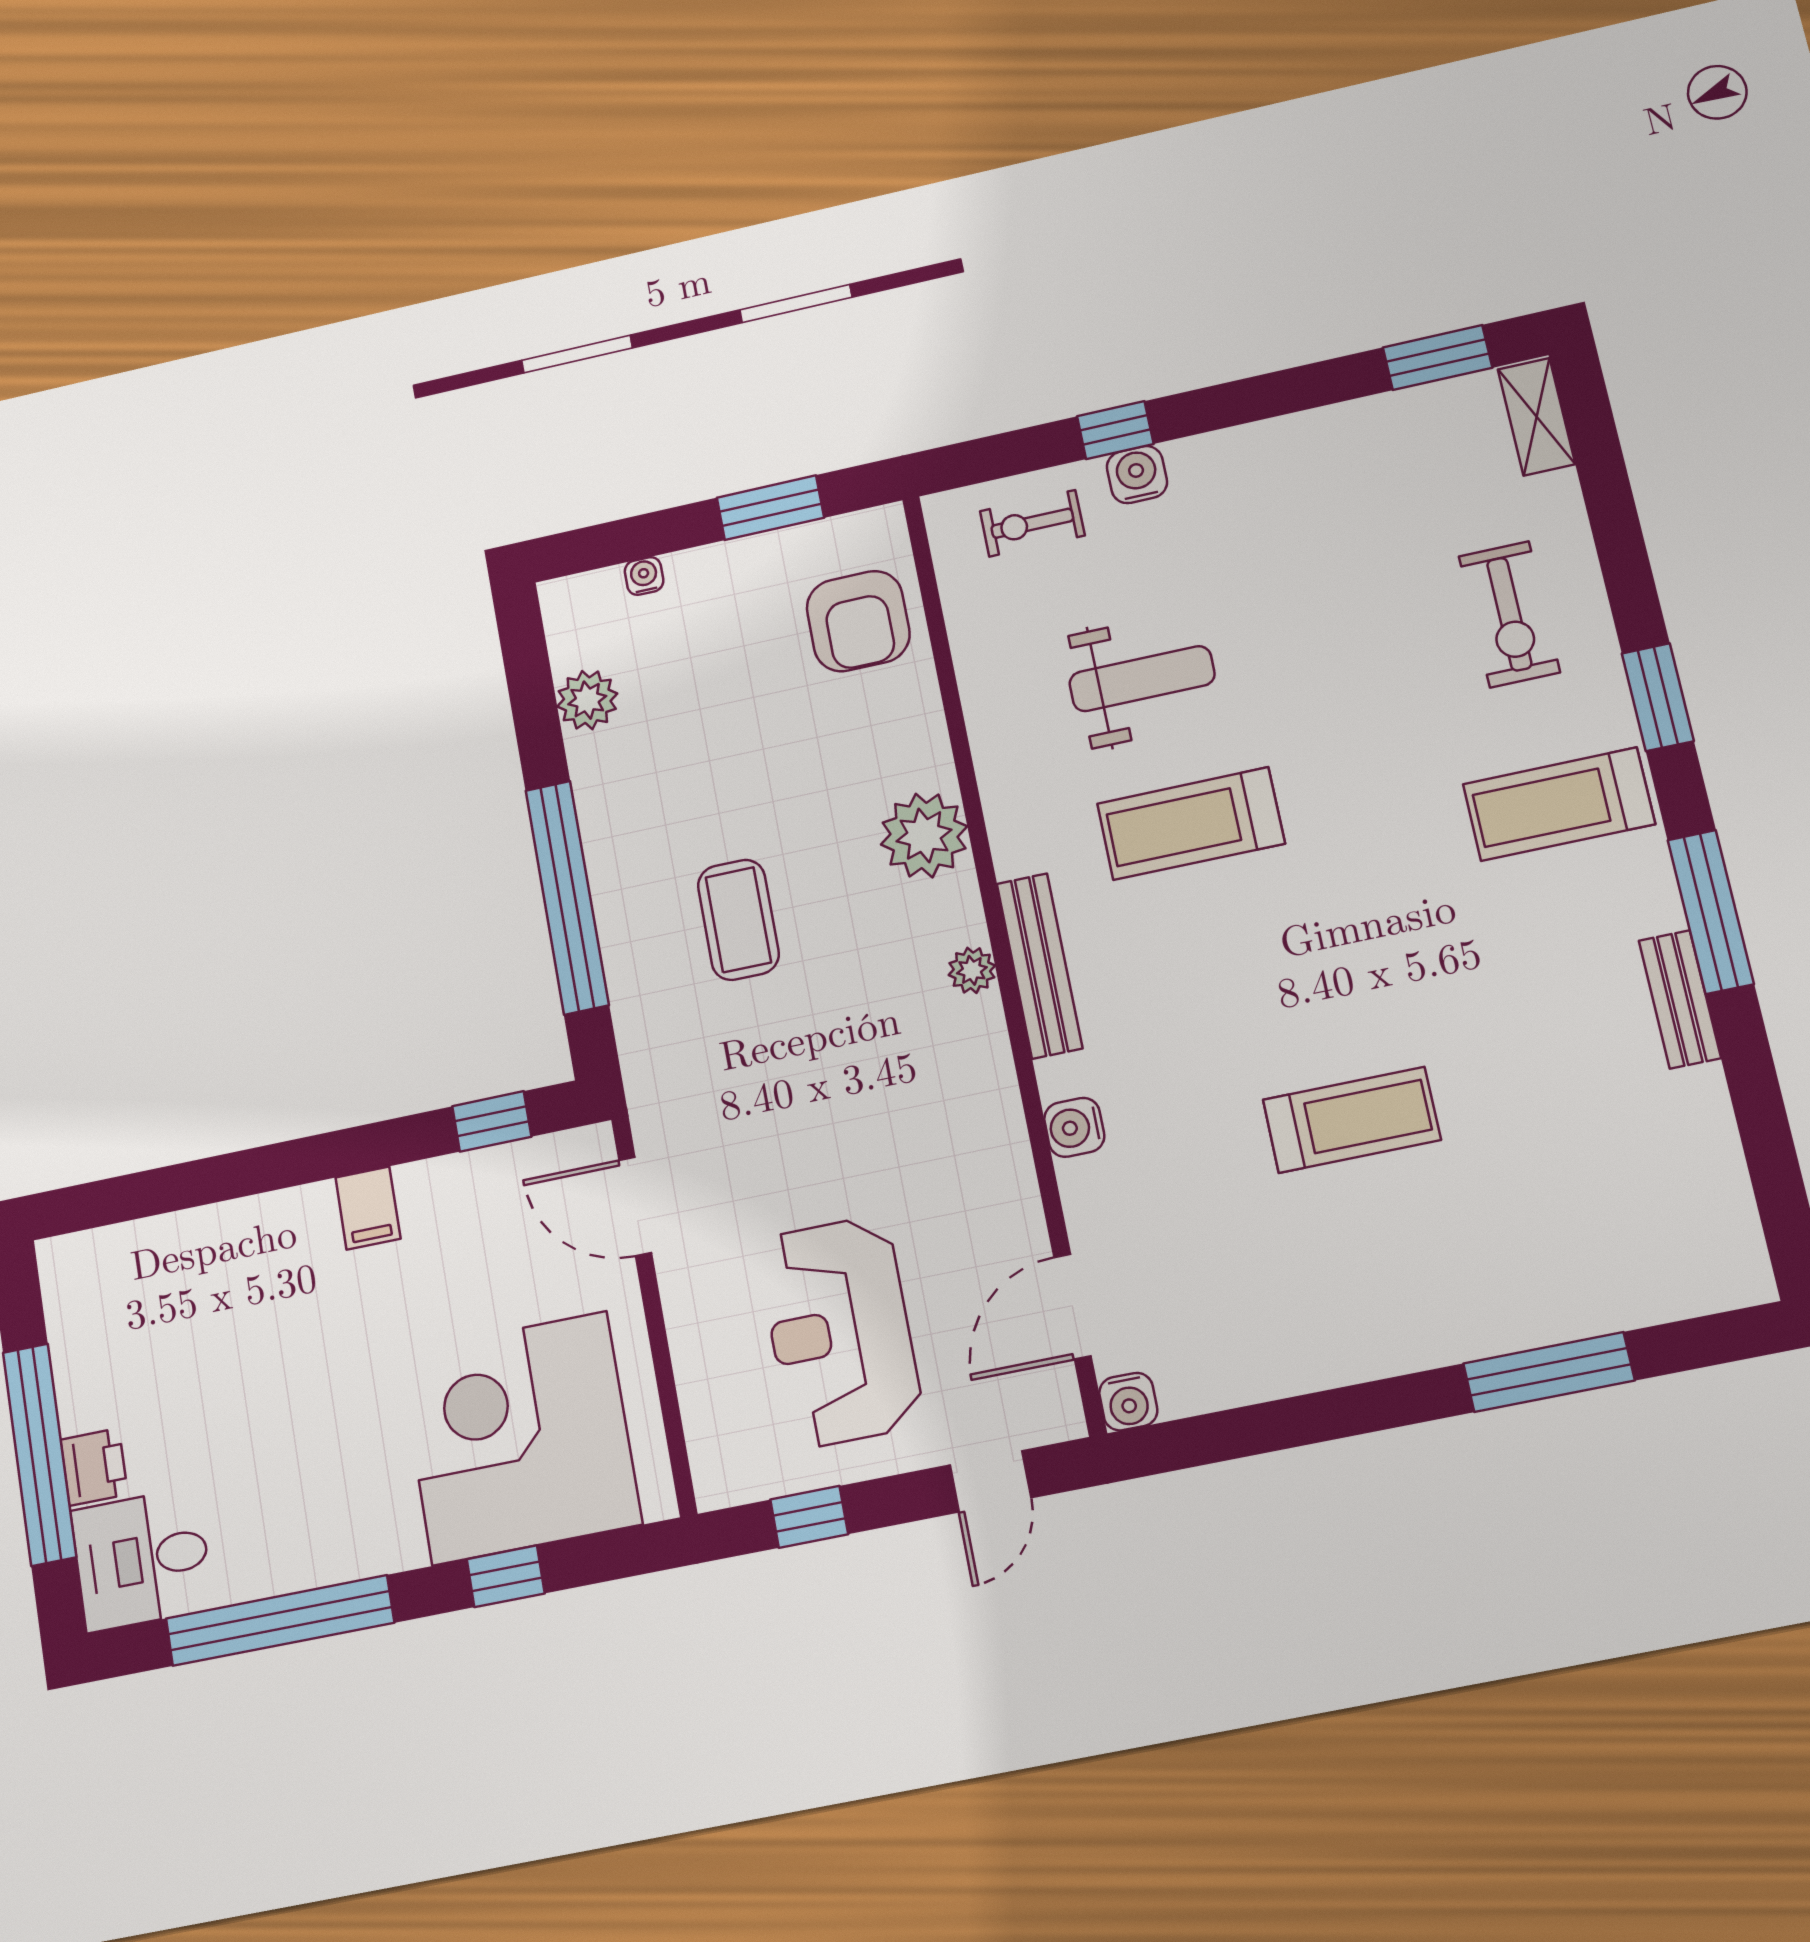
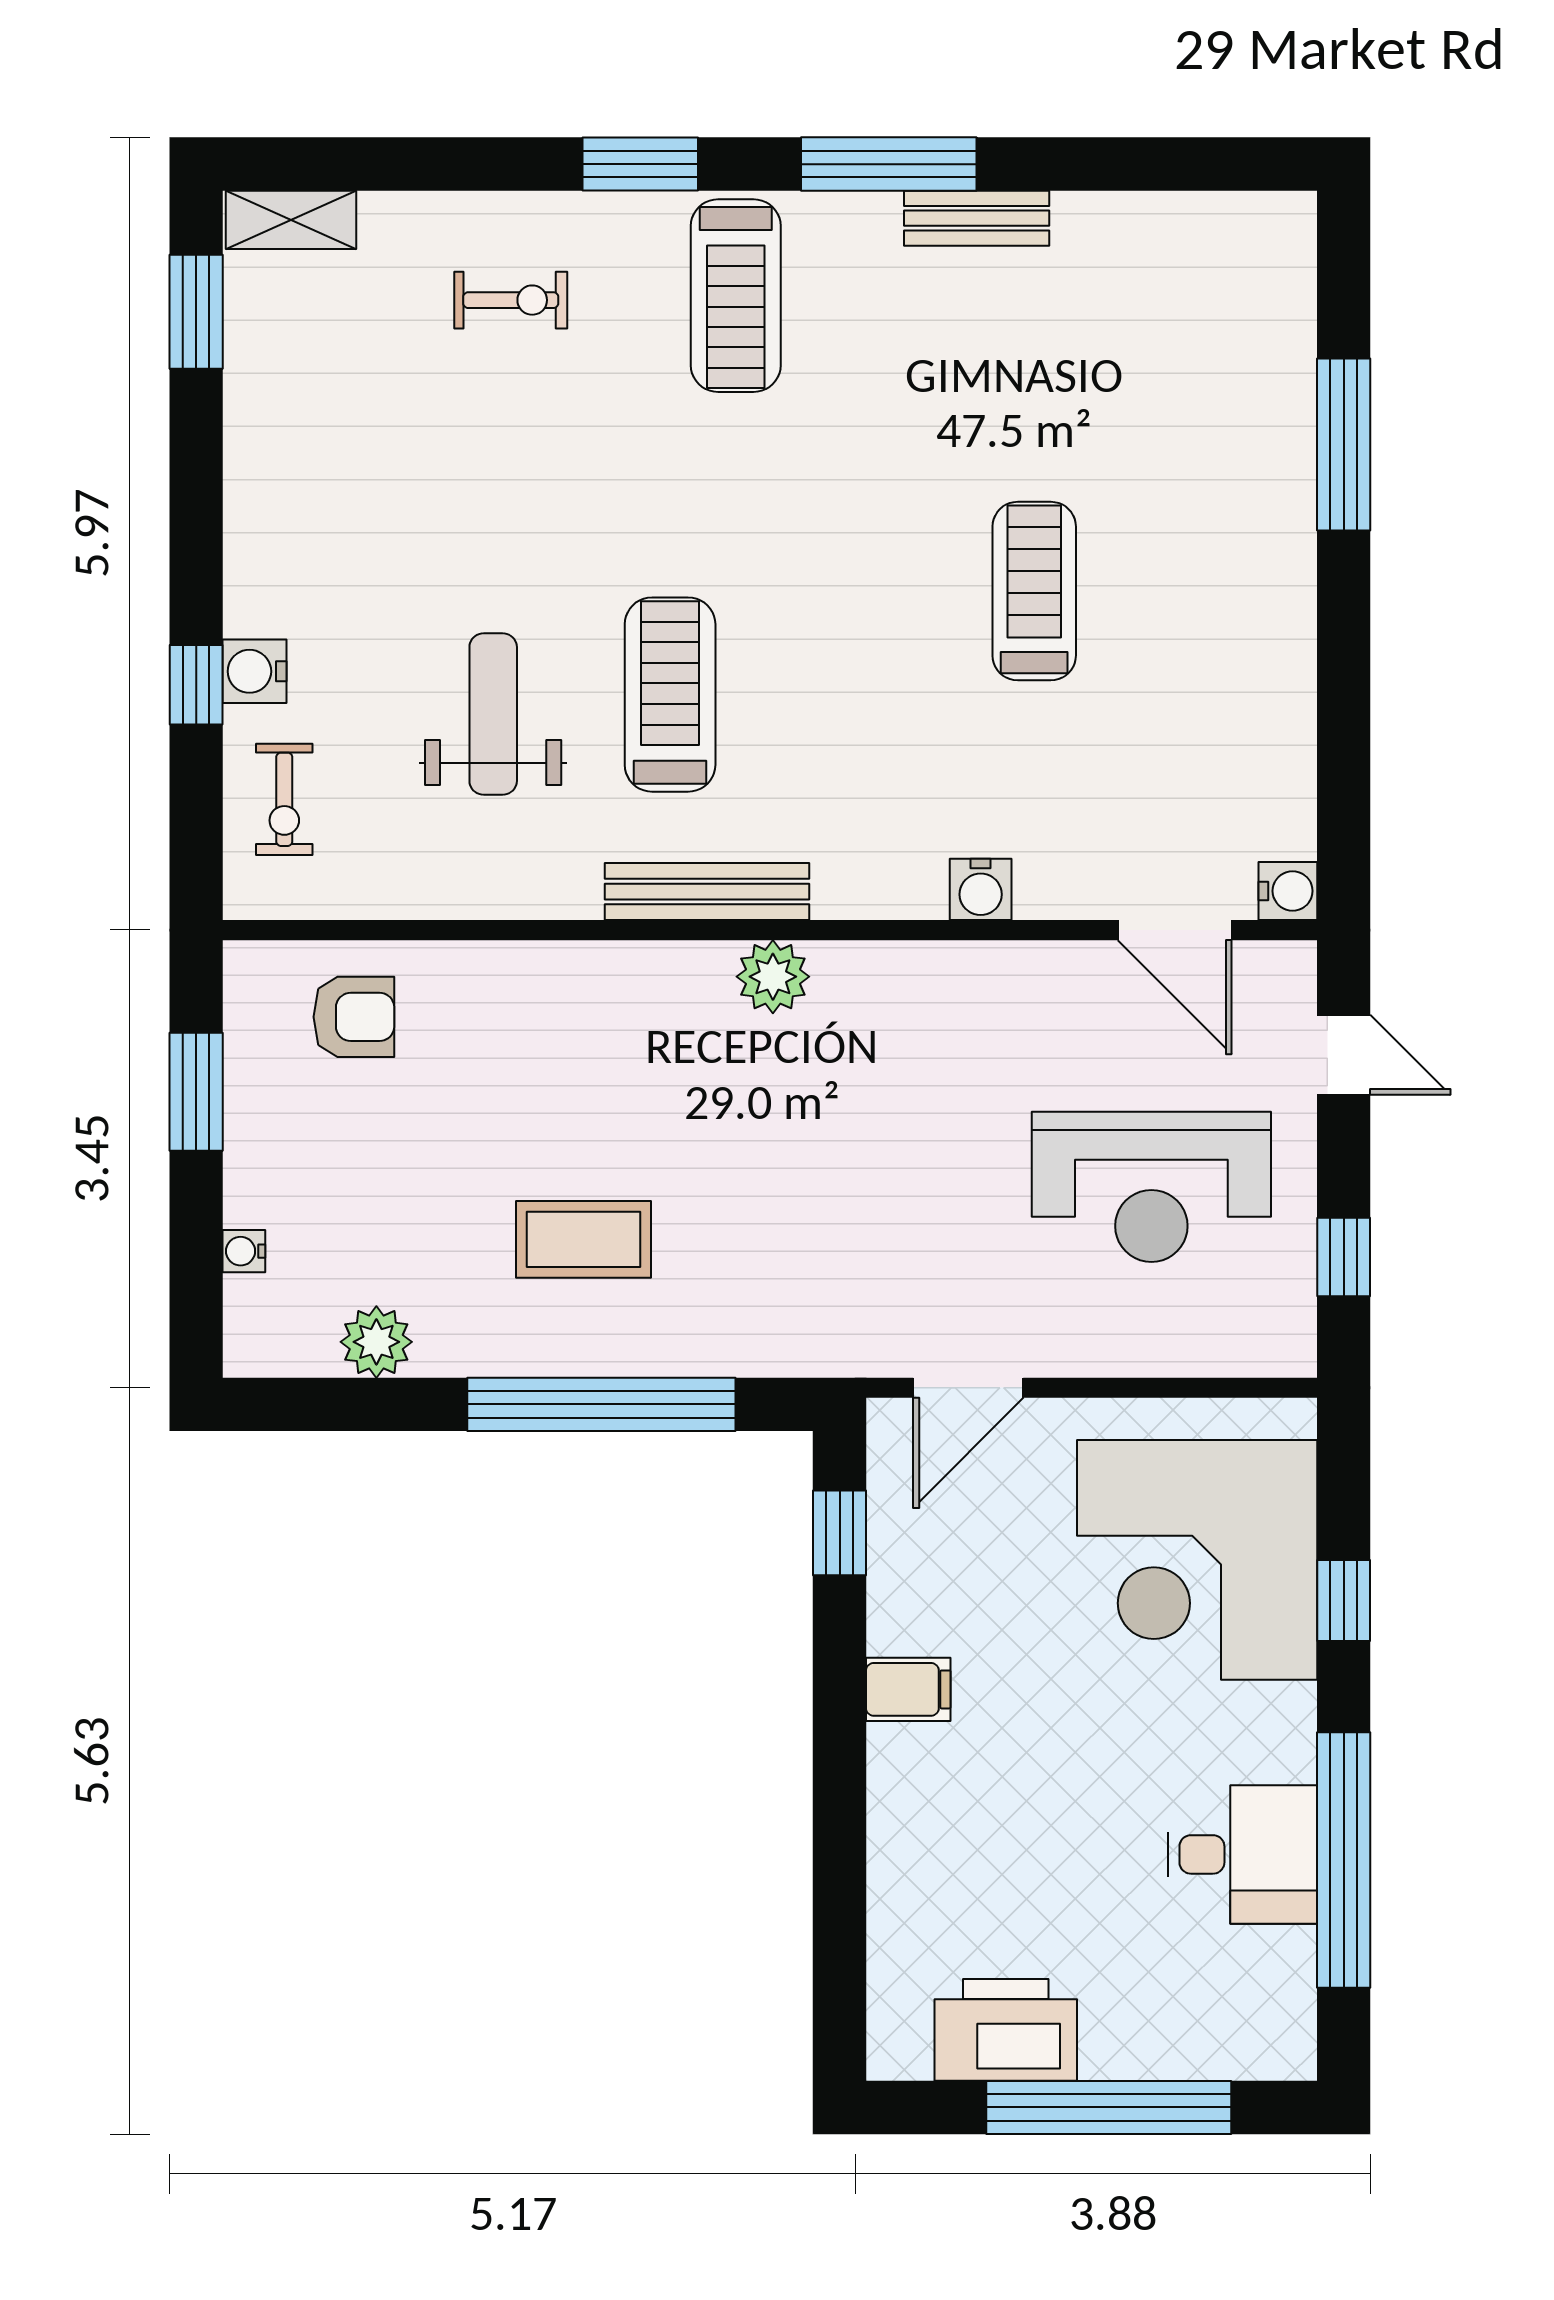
exercise bike: (1509, 614) -> (511, 300), width x0.73, depth x0.72
armchair: (858, 621) -> (354, 1017), width x0.72, depth x0.72
treadmill: (1191, 824) -> (670, 695), turned 180
plant: (924, 835) -> (619, 990), removed
coffee table: (738, 920) -> (583, 1239), moved
bench: (1040, 966) -> (707, 892), moved
plant: (972, 970) -> (773, 977), width x1.38, depth x1.38
printer: (94, 1467) -> (1006, 2030), moved, width x1.87, depth x1.48
desk: (142, 1560) -> (1242, 1854), moved, turned -90

